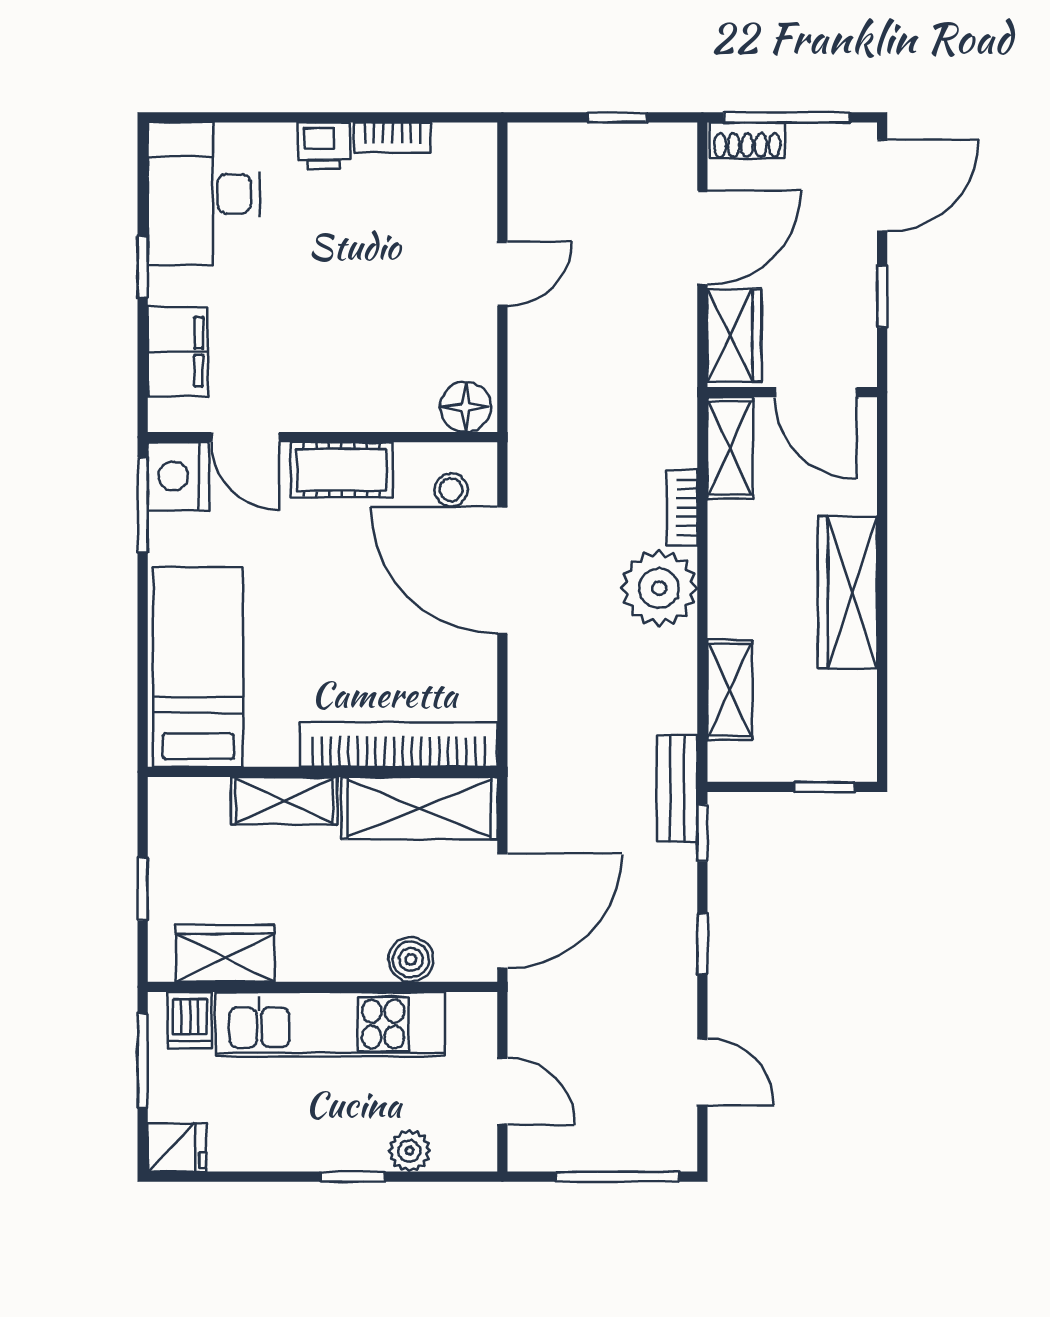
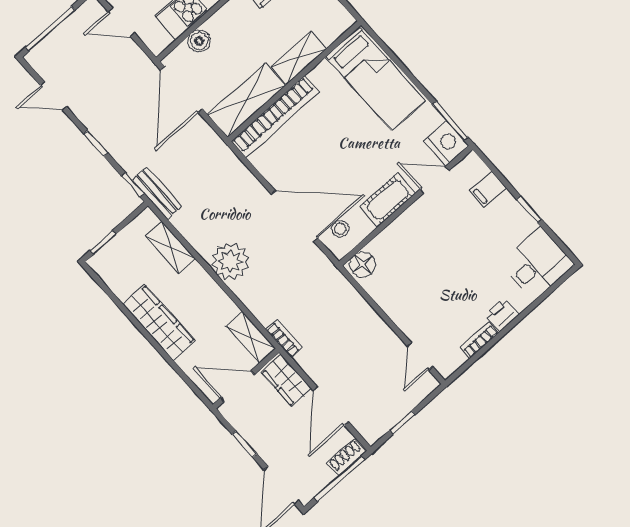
desk: (204, 194) -> (537, 264), width x0.73
door: (502, 274) -> (420, 356), moved
filing cabinet: (178, 352) -> (488, 189), width x0.50
bookcase: (682, 508) -> (284, 339), moved

